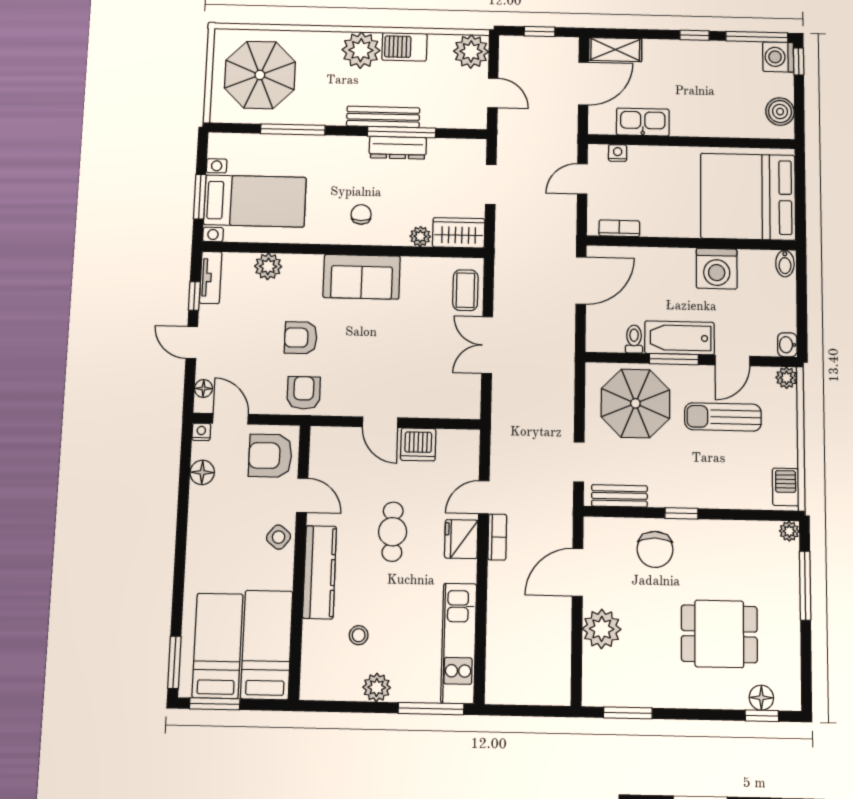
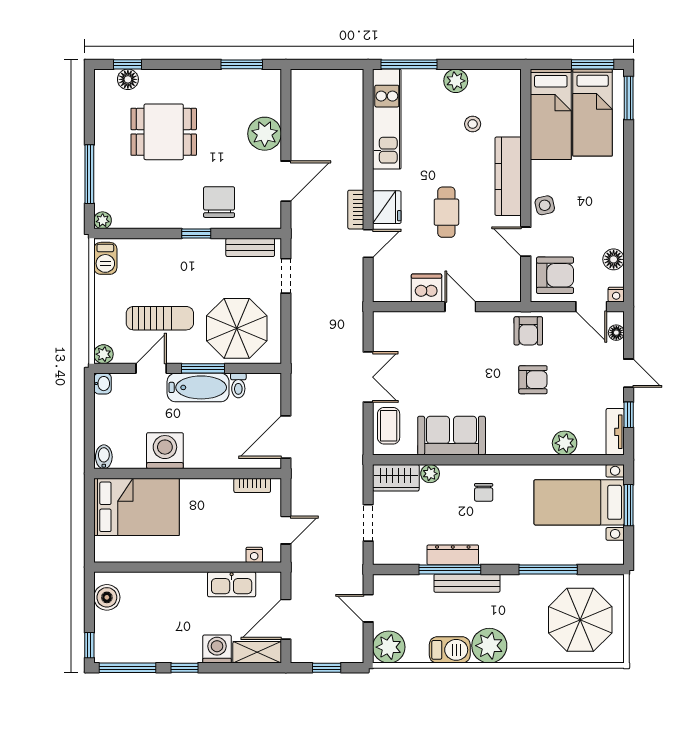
washing machine: (778, 57) -> (217, 649), moved, turned -90
bed: (748, 197) -> (137, 507), width x0.73
sofa: (362, 277) -> (452, 436), moved
side table: (279, 537) -> (545, 205), turned 38

